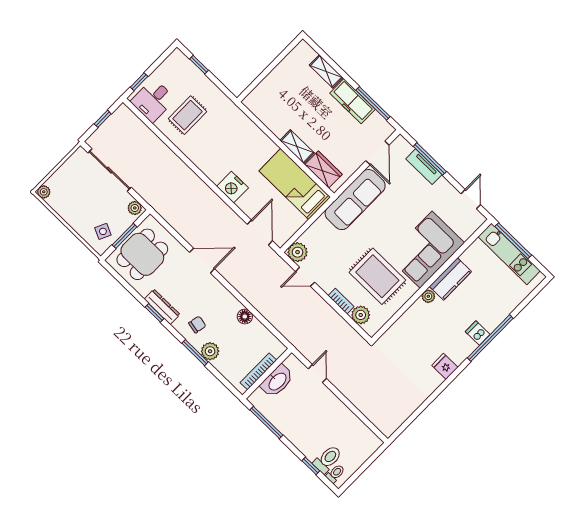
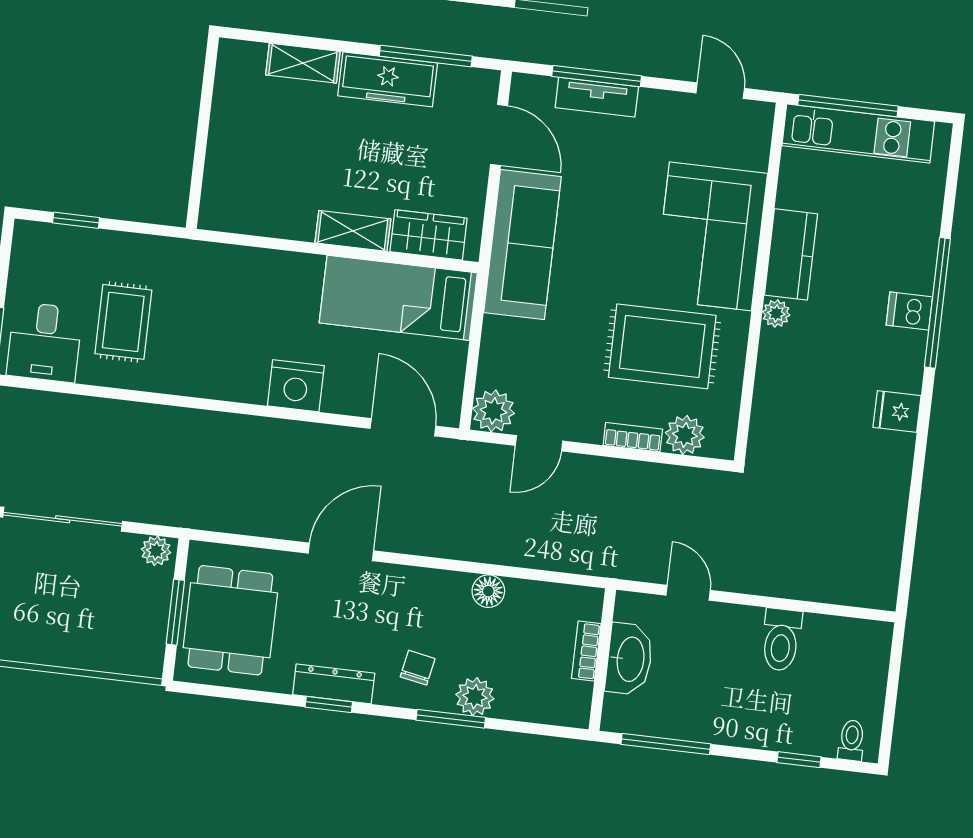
side table: (103, 231) -> (132, 633), removed
bookcase: (258, 371) -> (586, 651), width x0.64
toilet: (328, 459) -> (781, 640), moved, turned 180

